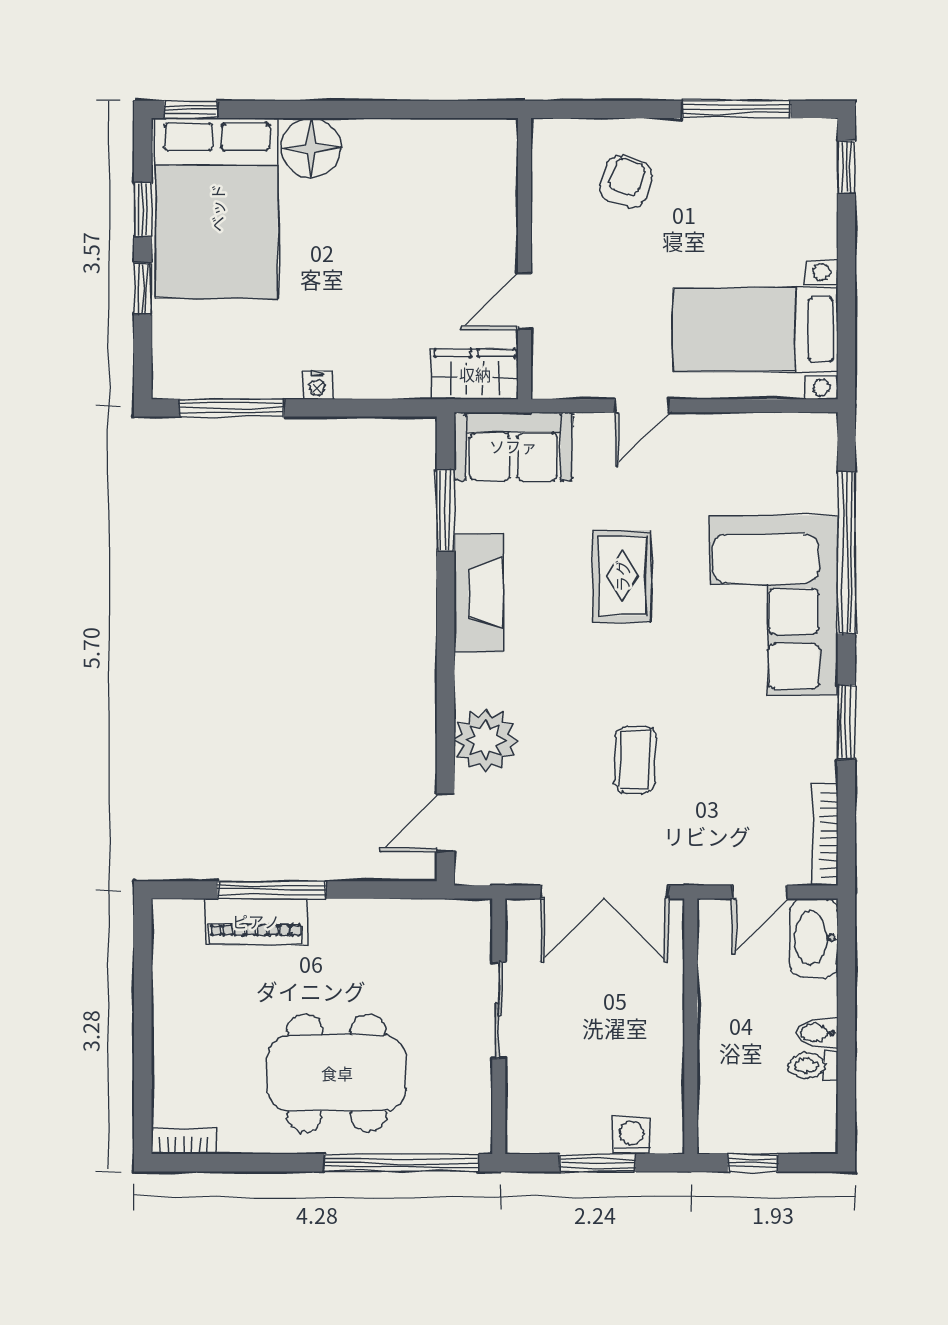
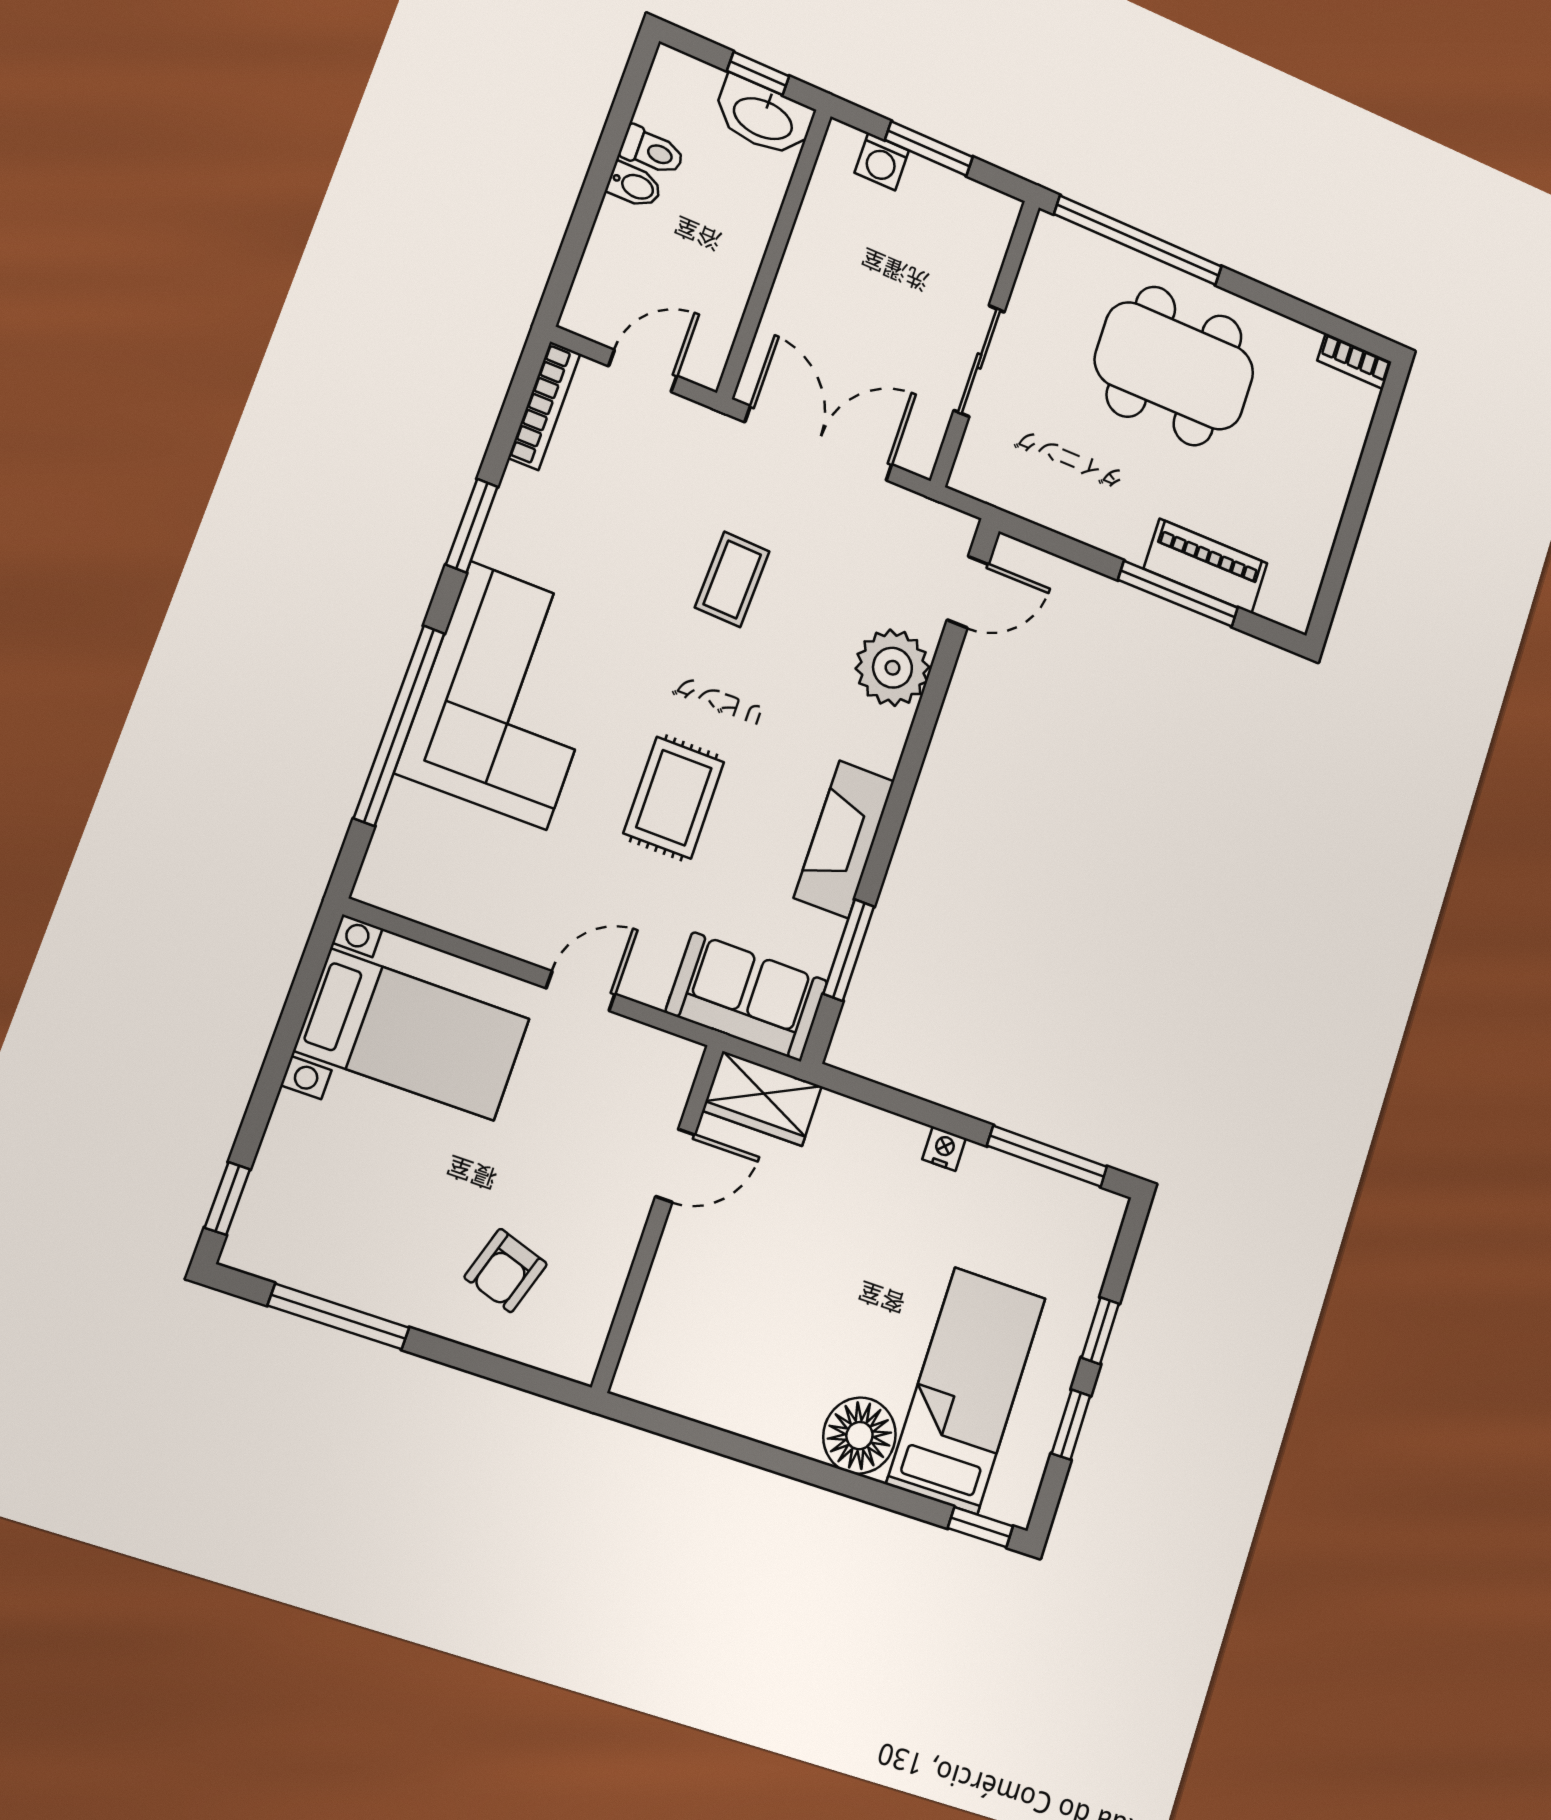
bed: (217, 208) -> (966, 1391), width x0.67
washbasin: (814, 938) -> (763, 117), moved, turned 90

